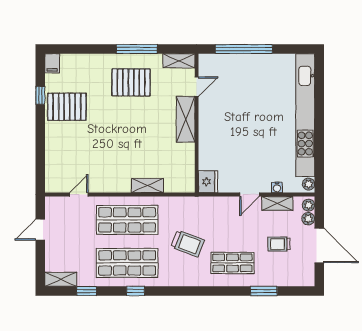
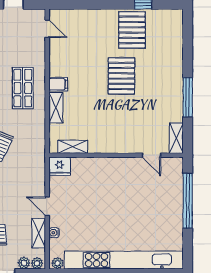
filing cabinet: (52, 63) -> (58, 84), moved, turned 180
pallet: (131, 82) -> (121, 76), moved
shelving: (186, 119) -> (73, 147), moved, width x0.67, depth x0.75
door: (79, 195) -> (47, 29), moved
shop shelf: (127, 220) -> (23, 88), width x0.70, depth x0.74

